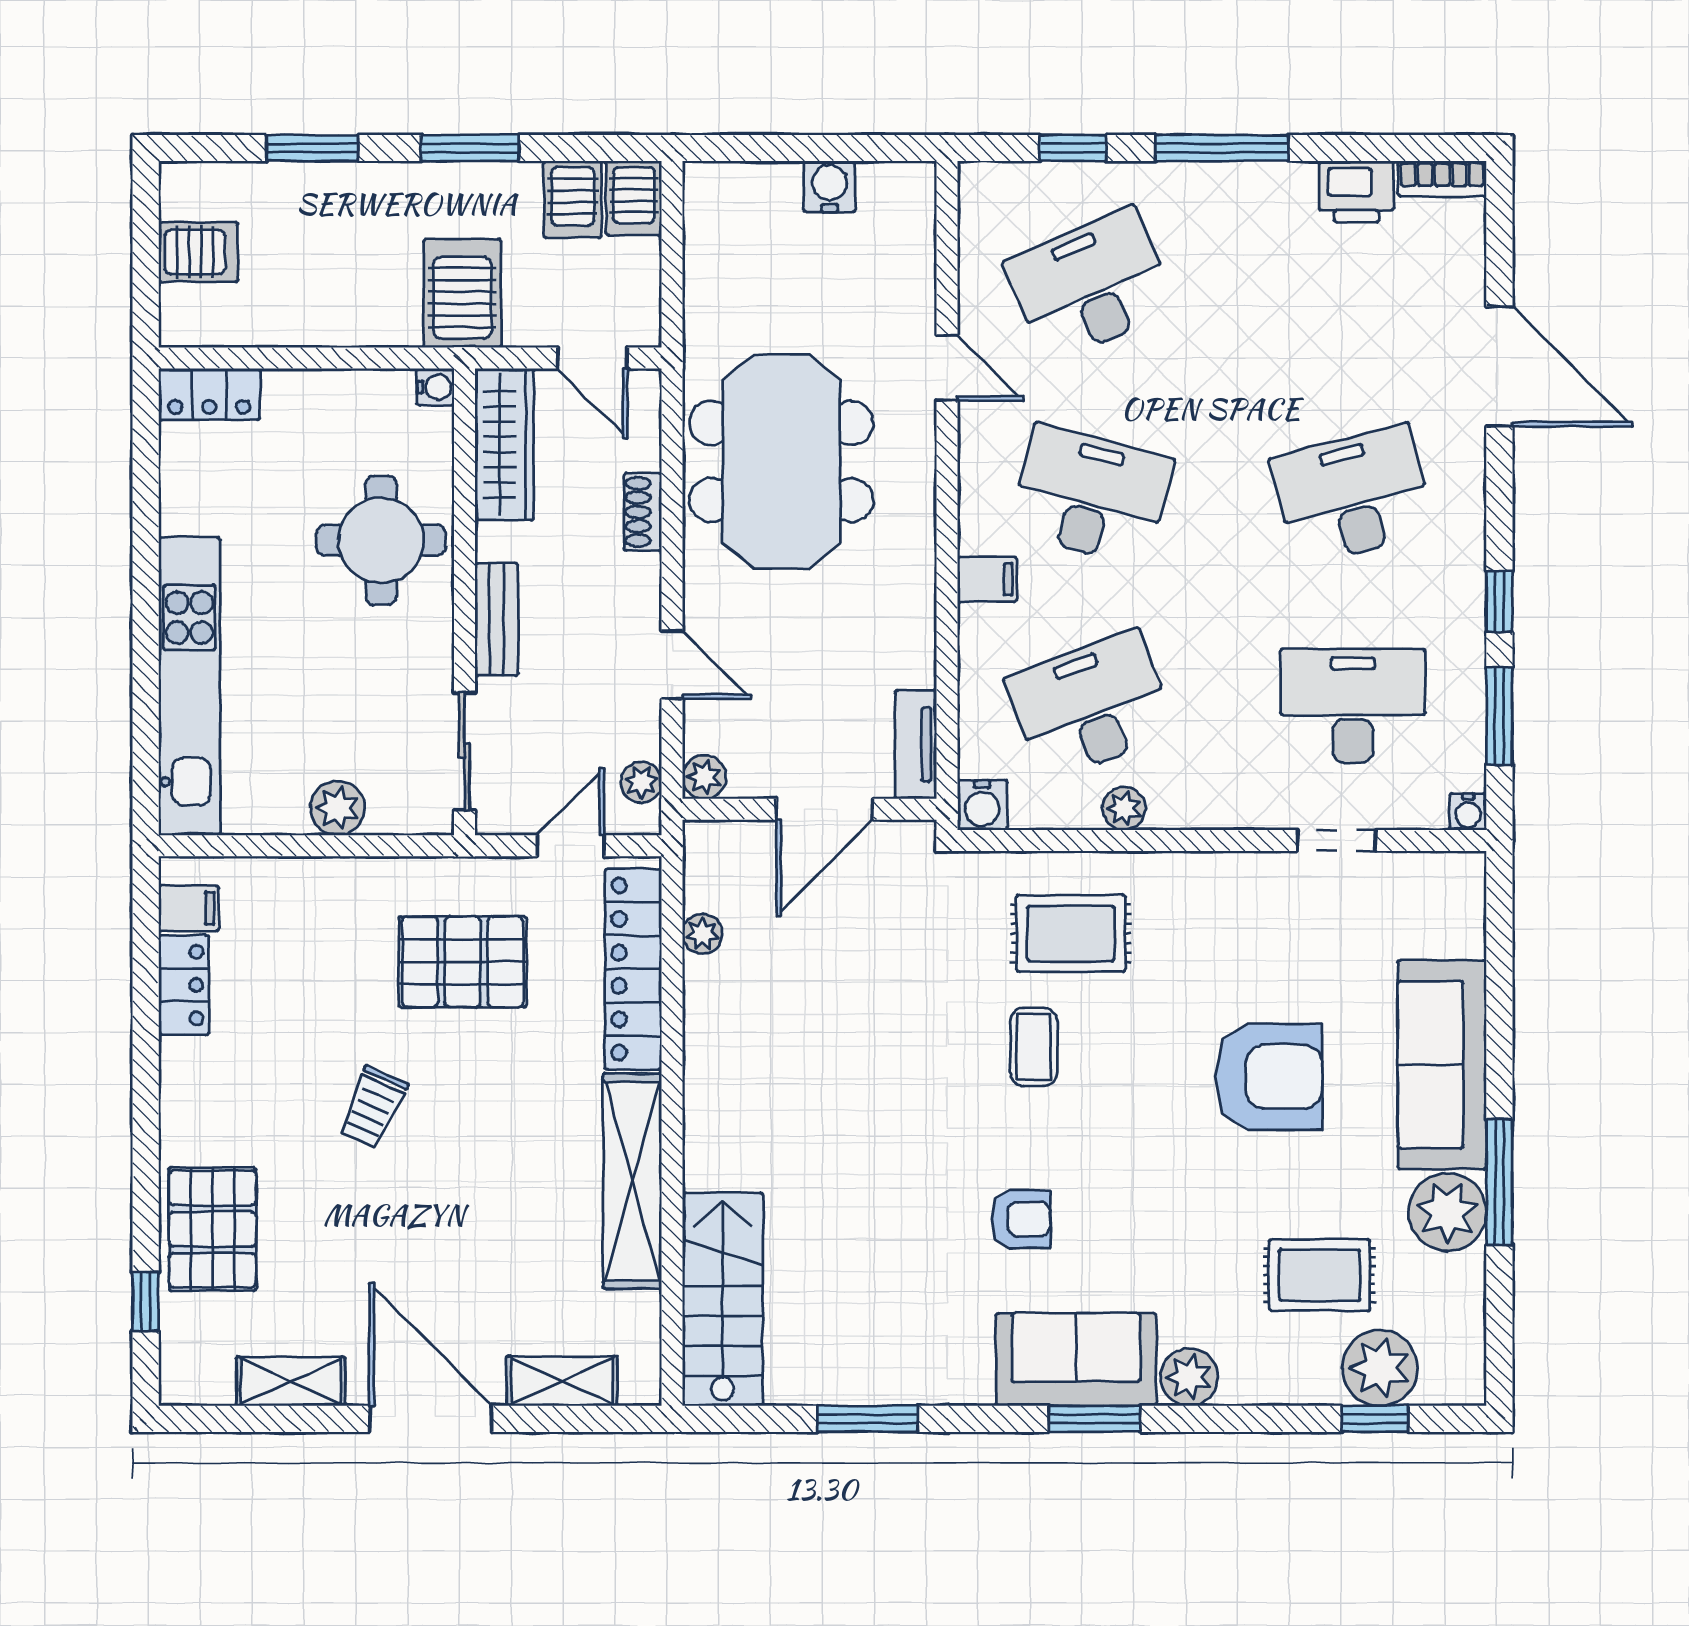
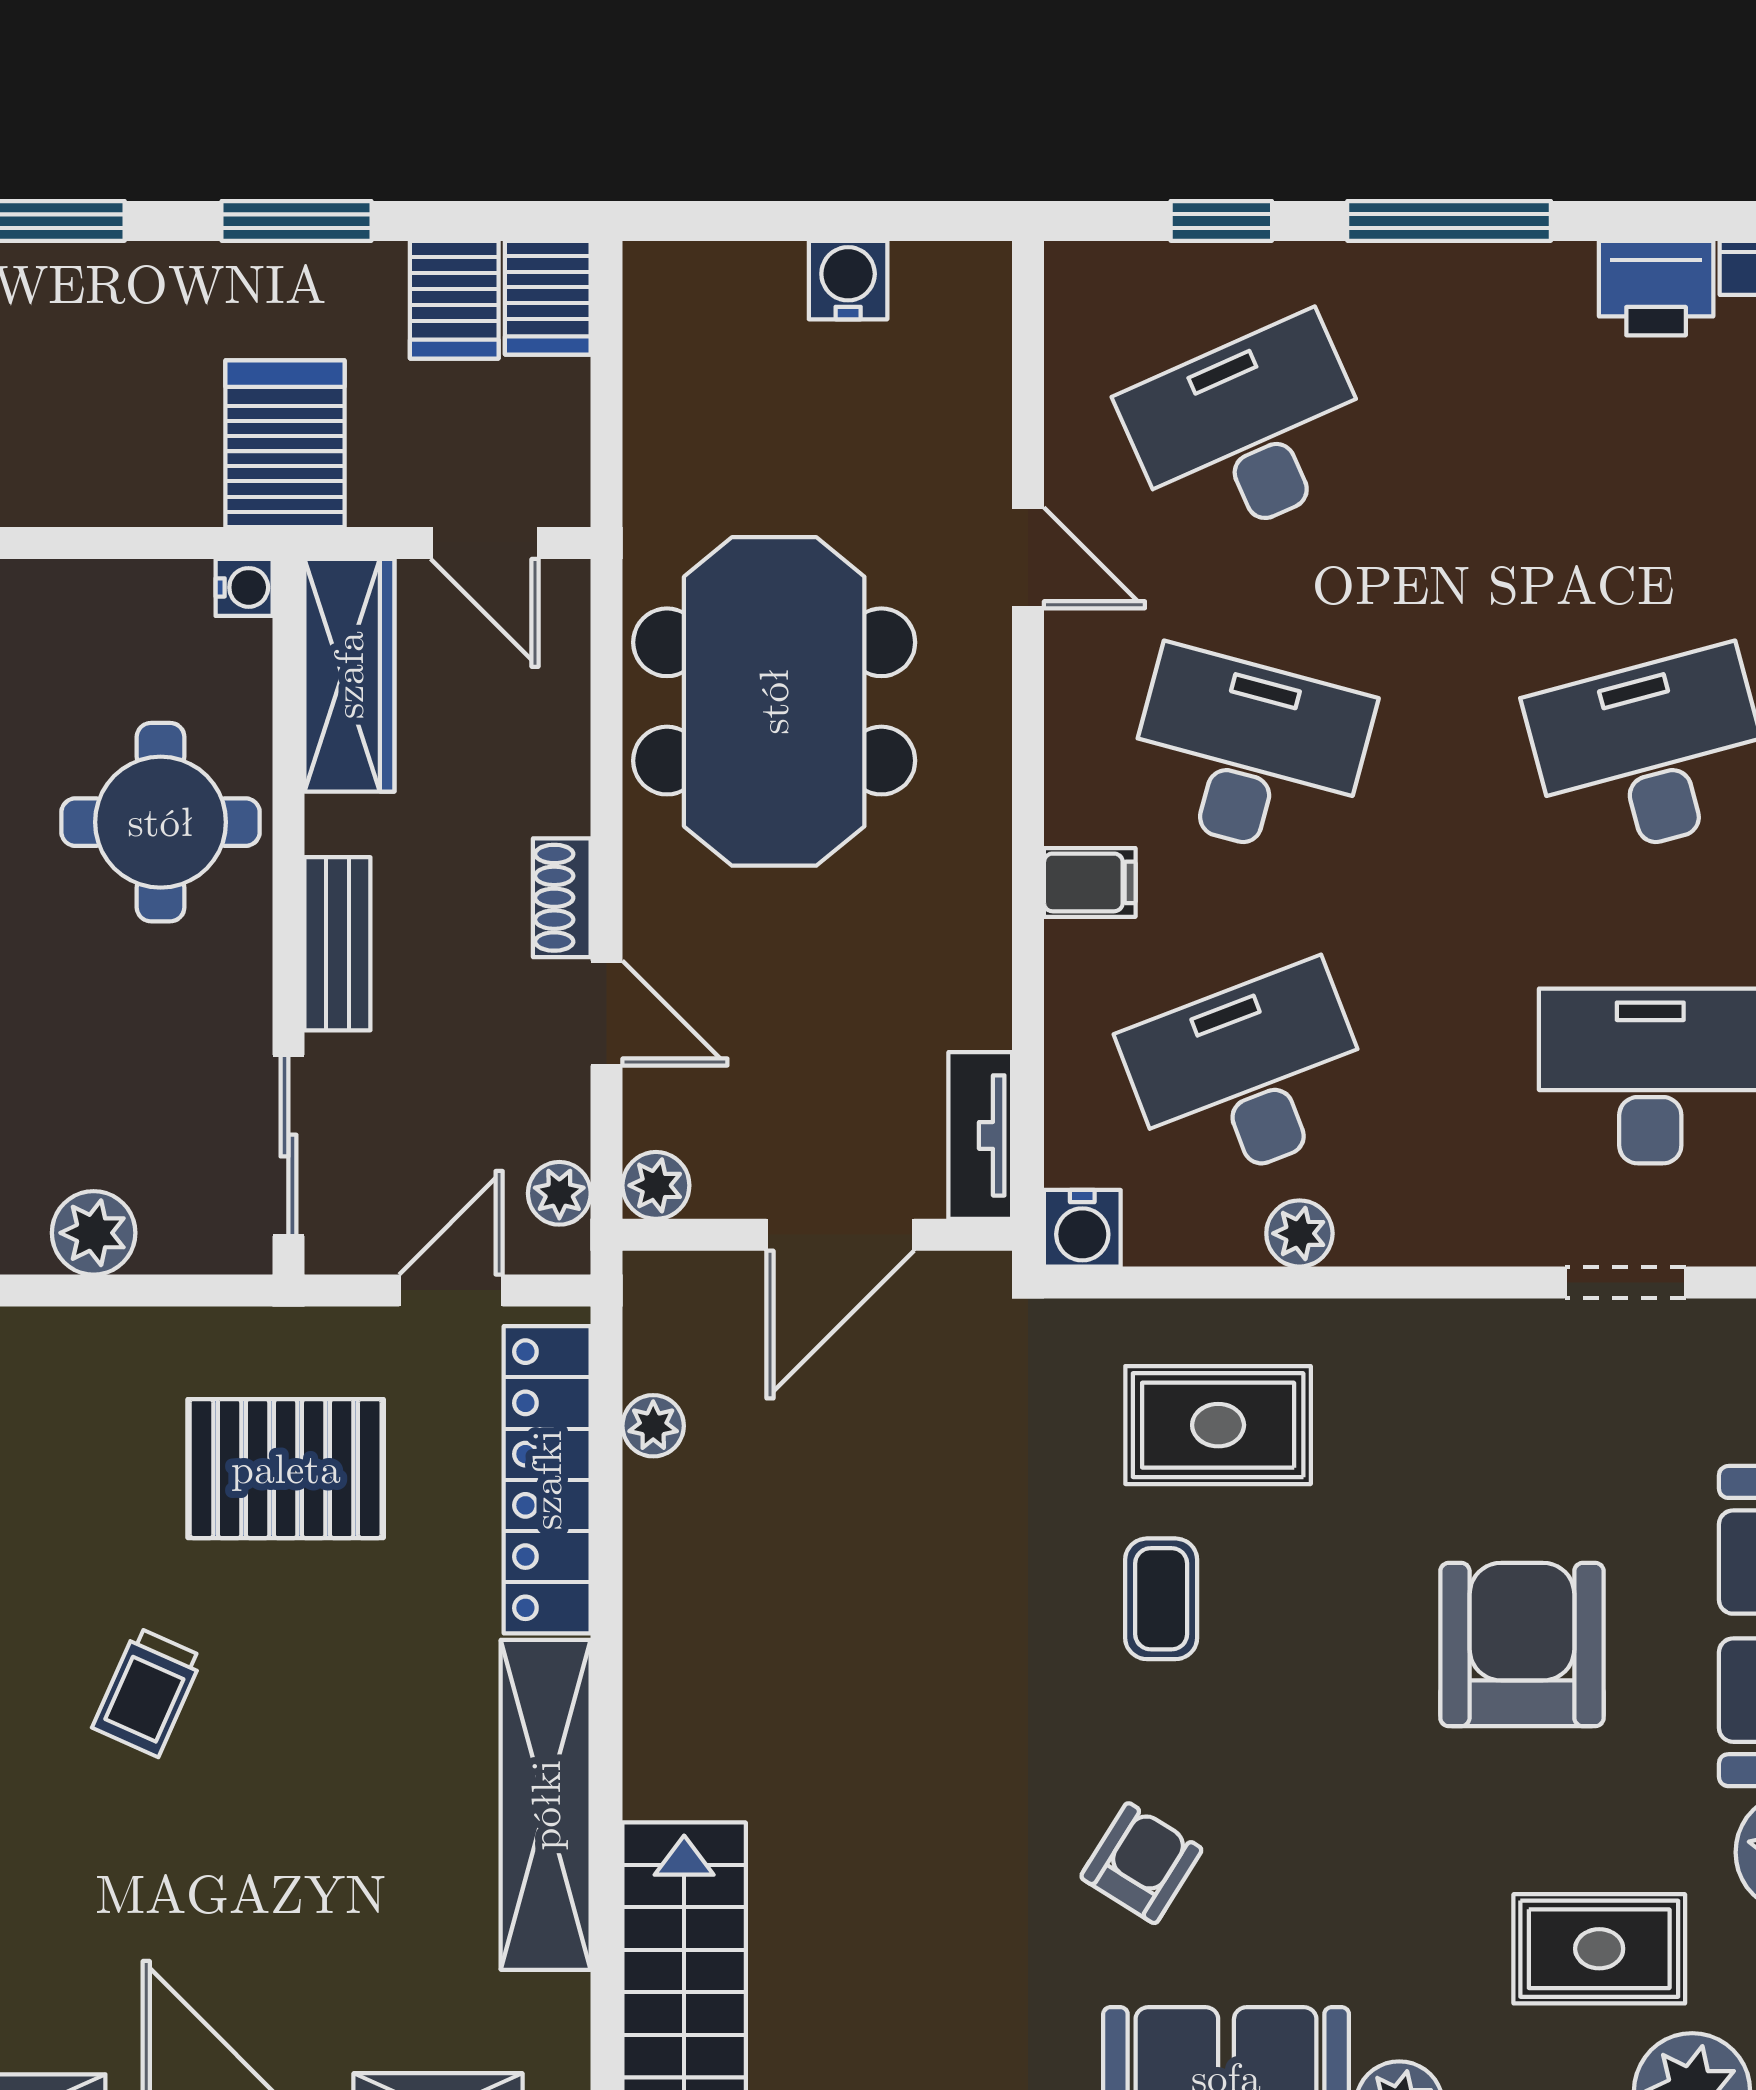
shoe rack: (643, 512) -> (562, 898), moved
armchair: (1269, 1077) -> (1522, 1645), turned -90
armchair: (1021, 1219) -> (1141, 1863), turned -58

